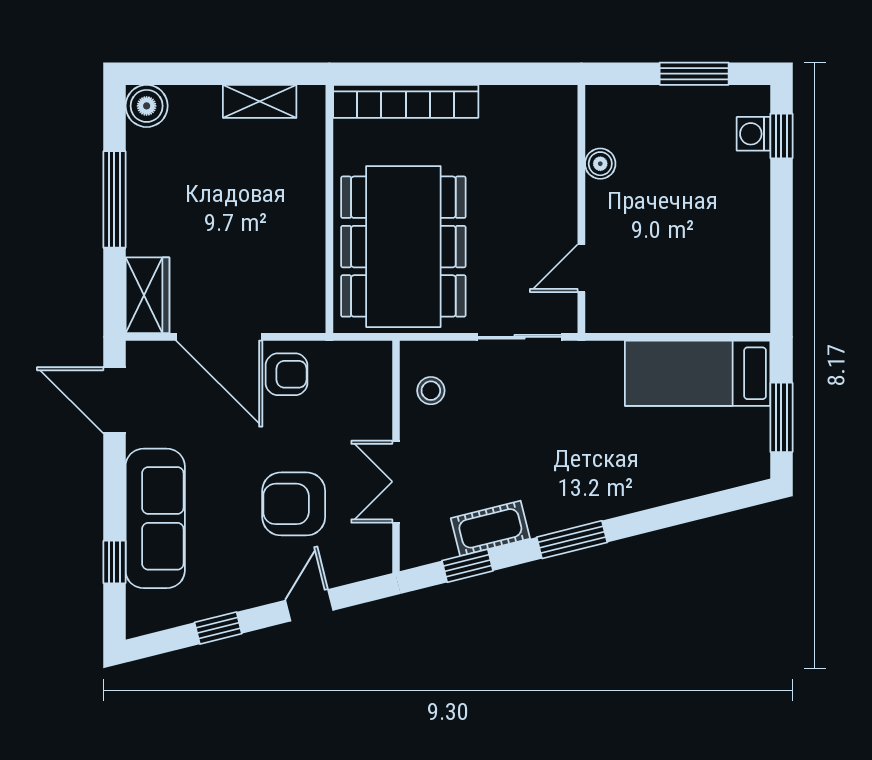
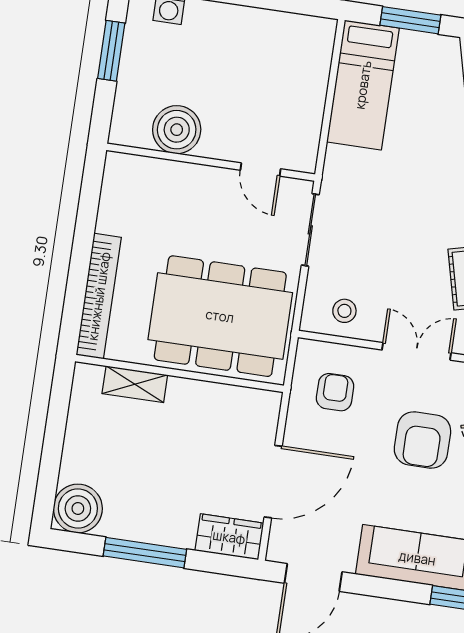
shelving: (260, 101) -> (135, 384), moved, turned 90
boiler: (147, 106) -> (78, 508), width x1.37, depth x1.37
boiler: (600, 164) -> (177, 130), width x1.86, depth x1.86
armchair: (287, 374) -> (335, 392), moved
double door: (396, 482) -> (416, 351), swing flipped

